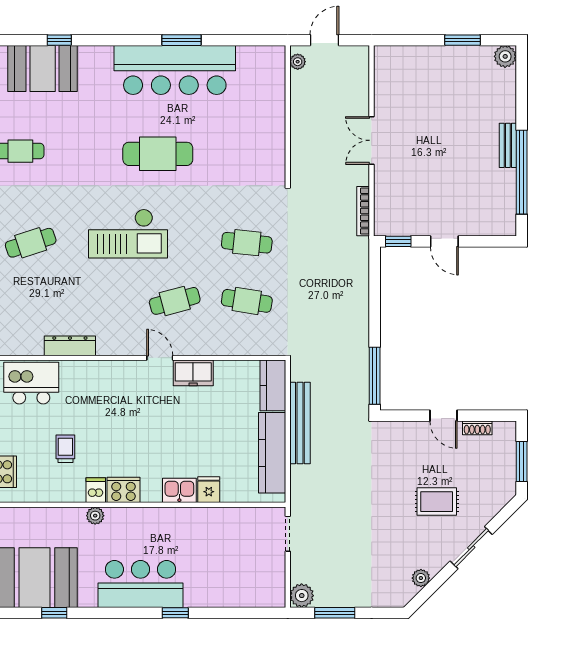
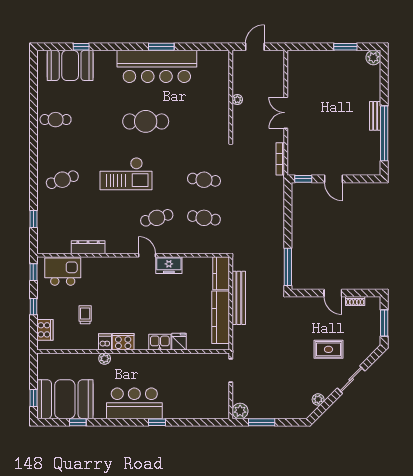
plant: (298, 62) -> (237, 100), moved

